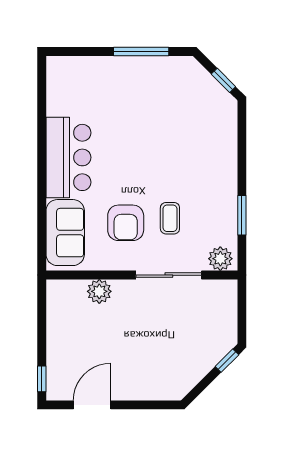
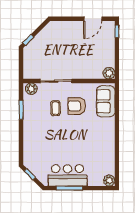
plant: (58, 67) -> (109, 181), added
bar counter: (68, 157) -> (68, 175), moved, turned 90
armchair: (126, 223) -> (77, 106), turned -90
plant: (99, 291) -> (109, 73), moved

